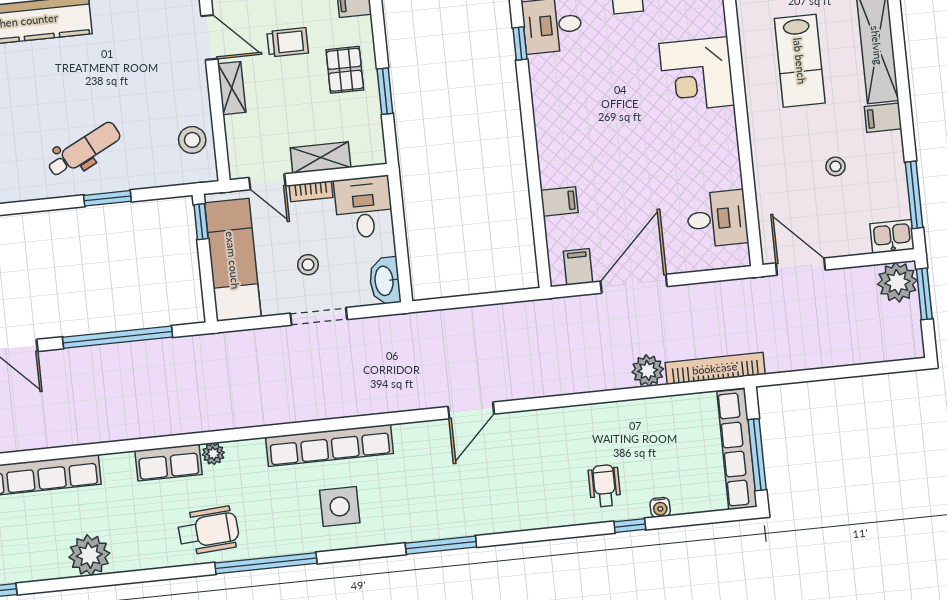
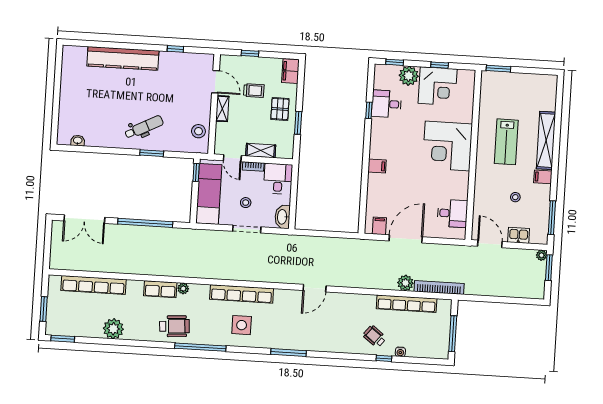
corner desk: (697, 74) -> (447, 146), width x1.36, depth x1.36
filing cabinet: (559, 201) -> (377, 166), moved
kitchen sink: (892, 236) -> (519, 235), moved
plant: (897, 282) -> (542, 255), width x0.53, depth x0.53
row of seats: (737, 449) -> (407, 304), moved, turned -90
wheelchair: (604, 486) -> (375, 336), turned -52

